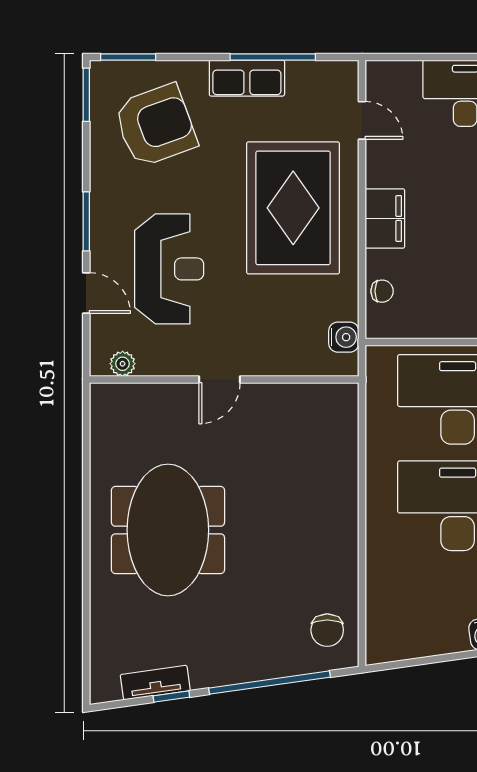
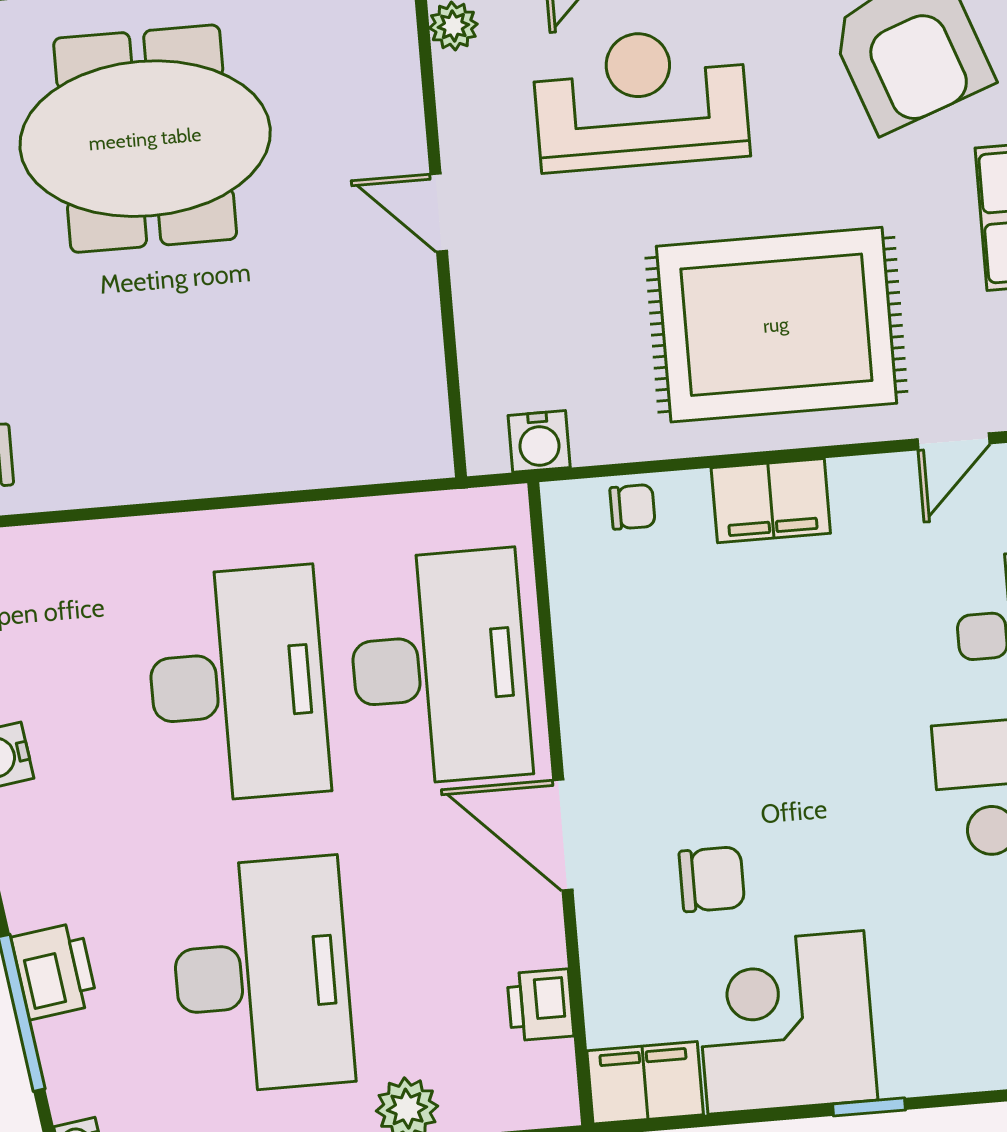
reception desk: (169, 269) -> (641, 99), turned 180
chair: (382, 291) -> (633, 507), turned -90

